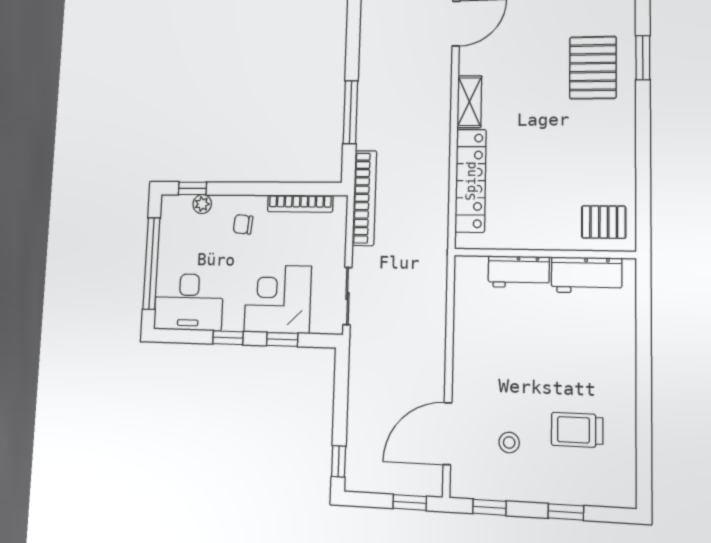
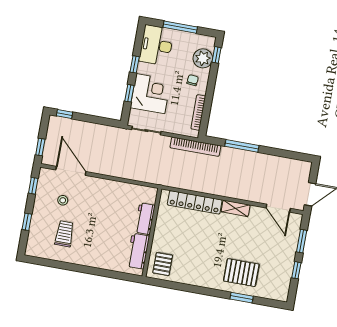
plant: (202, 204) -> (203, 58), width x1.88, depth x1.88
window: (152, 263) -> (180, 27), width x0.68

